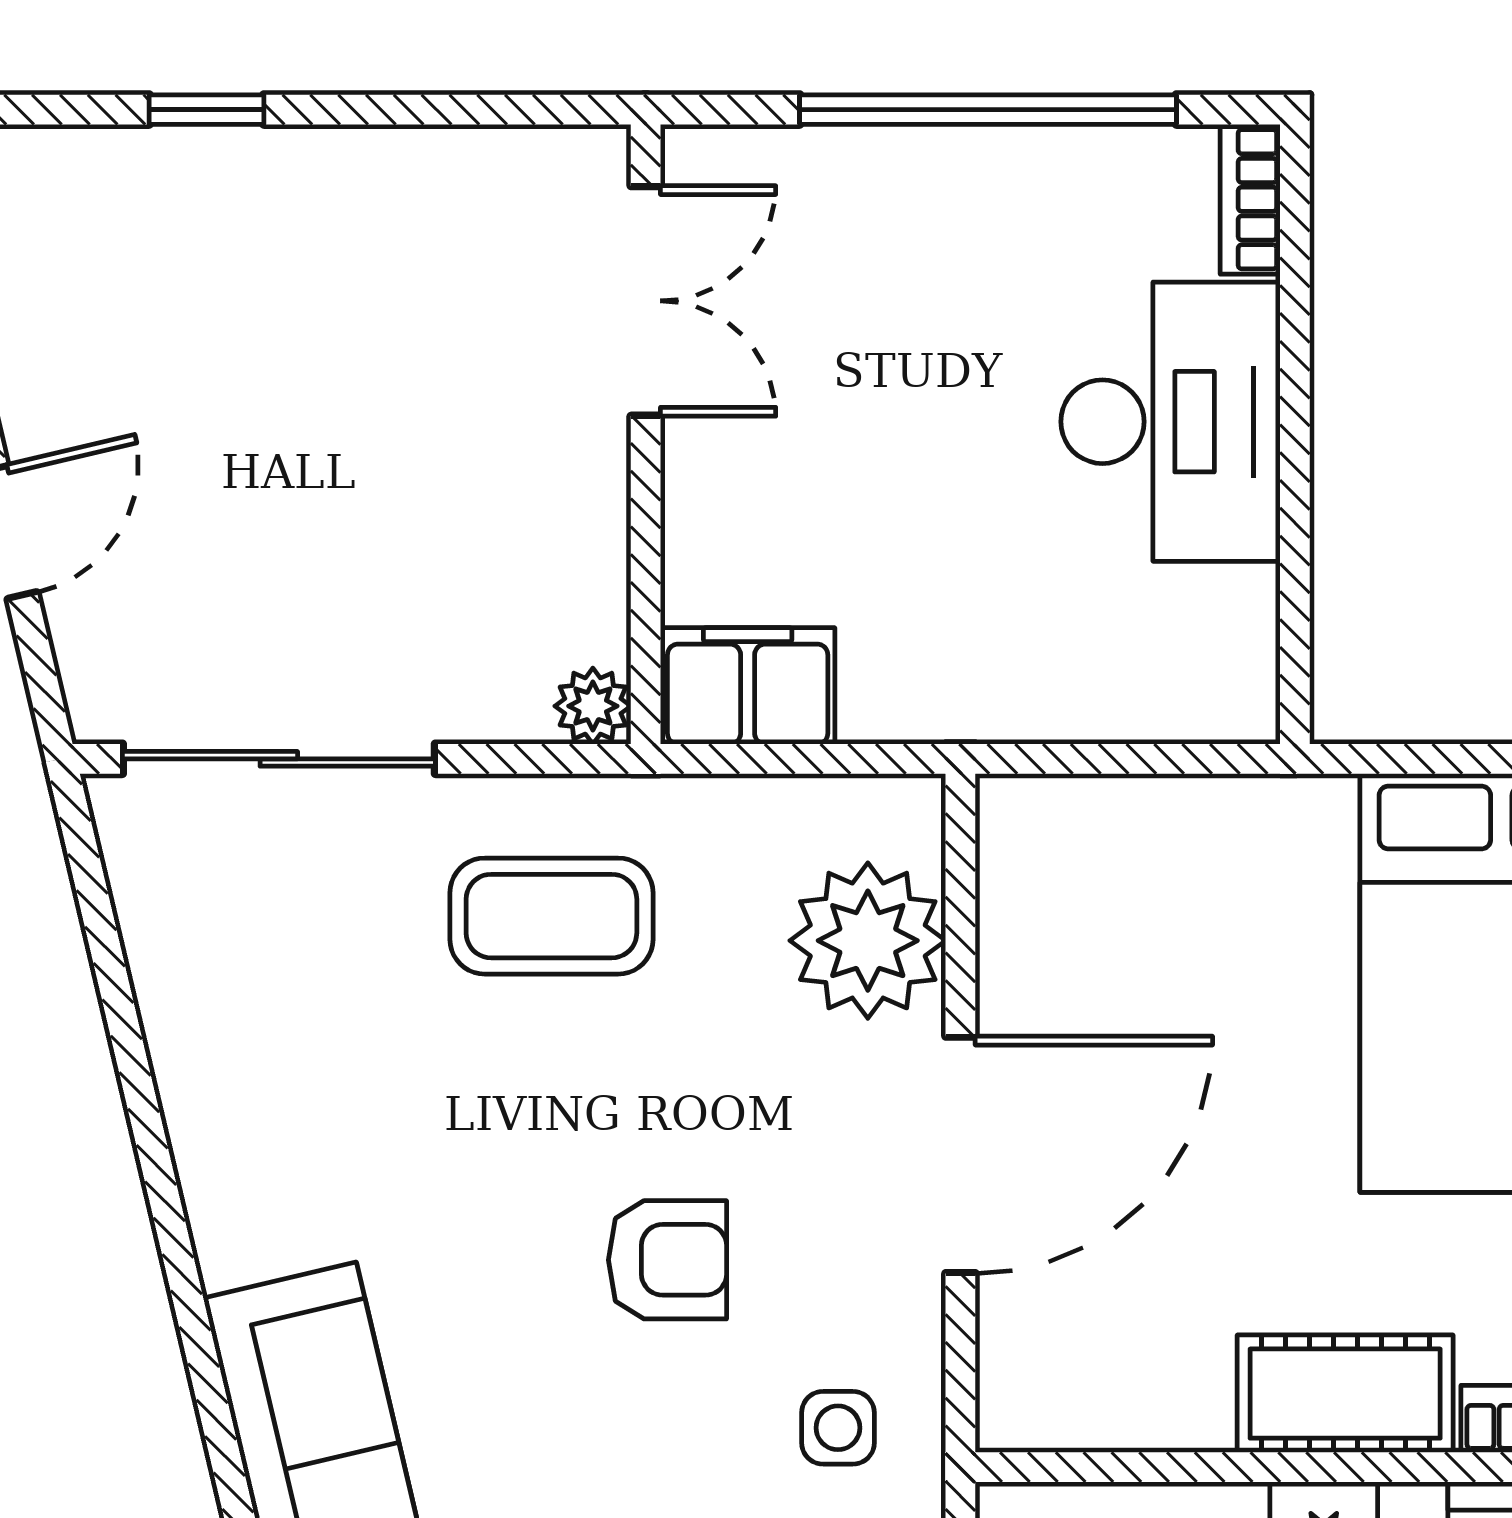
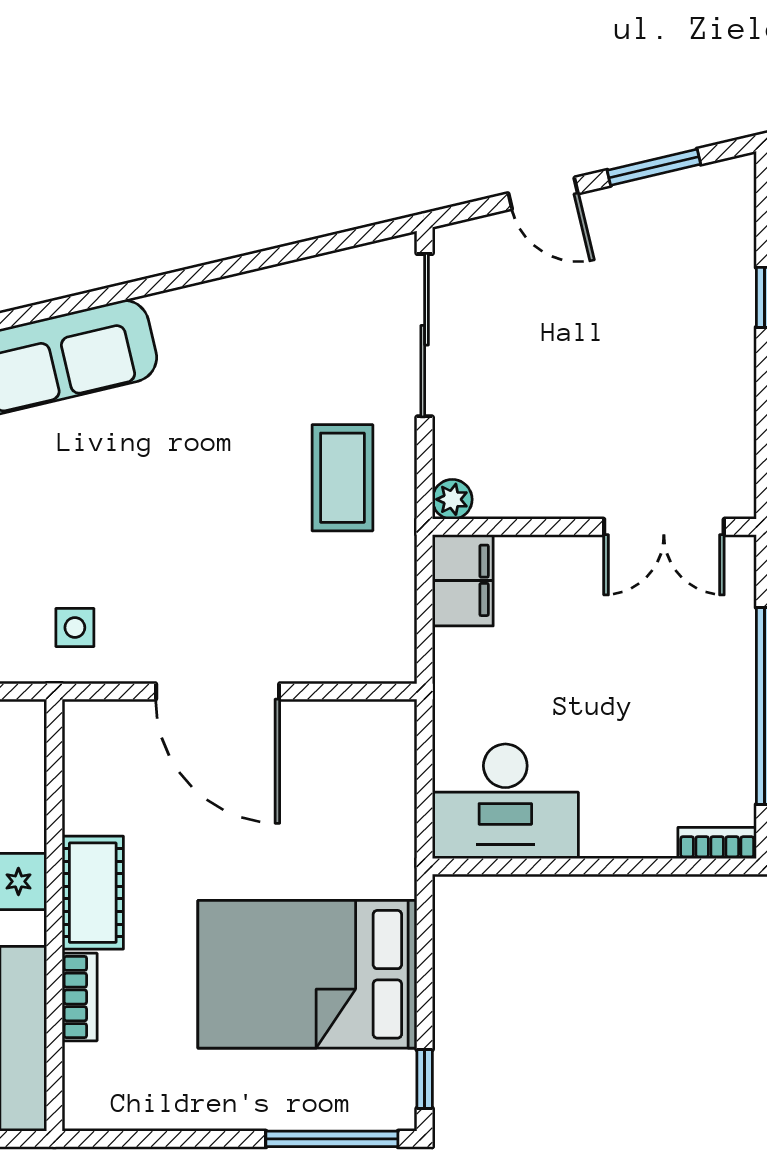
desk: (1170, 422) -> (505, 801), moved
plant: (868, 941) -> (330, 643), removed
armchair: (667, 1260) -> (163, 538), removed

